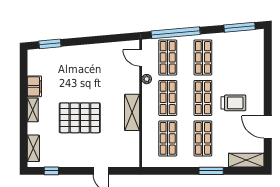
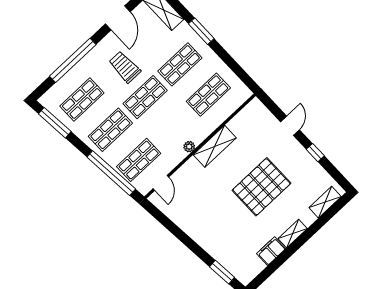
window: (268, 75) -> (73, 60), added
plant: (147, 79) -> (189, 147), moved
shop shelf: (168, 98) -> (82, 100), moved
pallet: (80, 118) -> (261, 187), turned 90
window: (51, 171) -> (315, 153), moved

